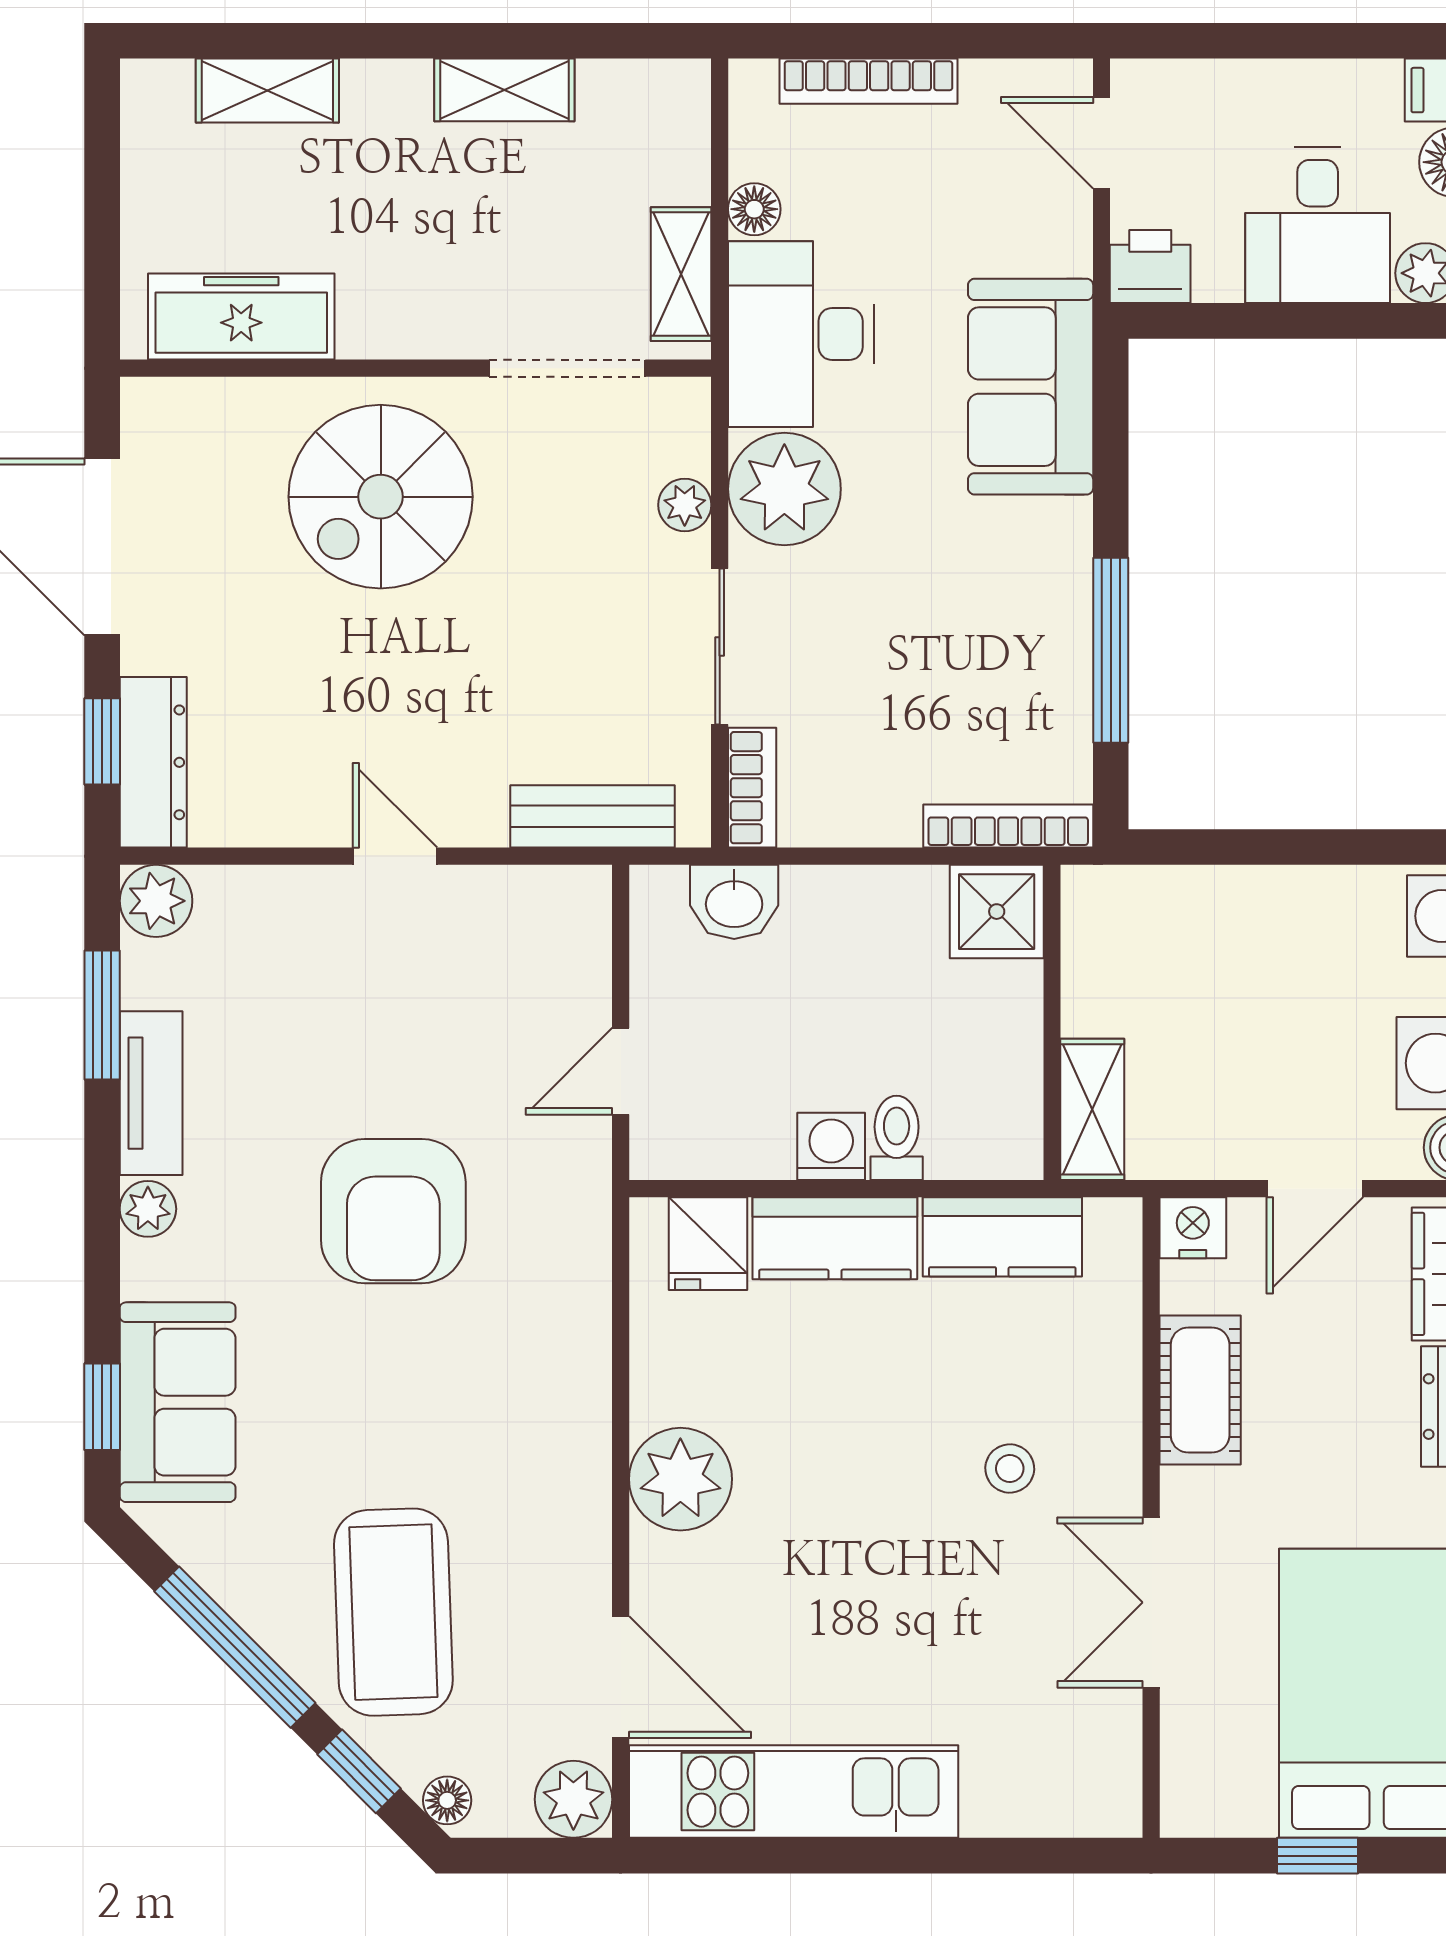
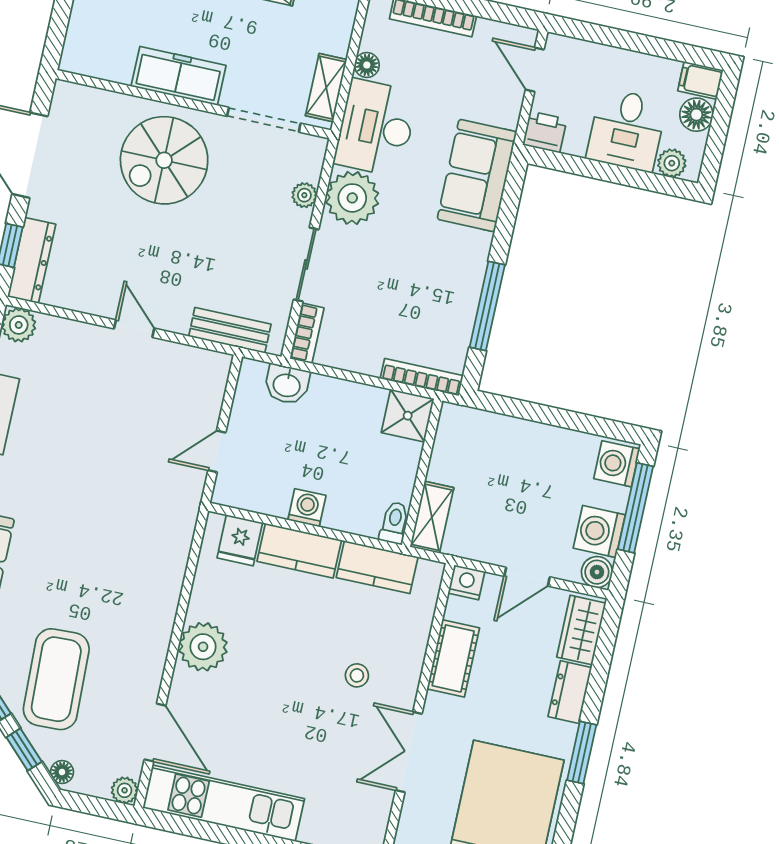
freezer: (241, 317) -> (179, 76), moved
toilet: (897, 1138) -> (394, 523), moved
armchair: (393, 1211) -> (97, 493), removed
plant: (573, 1799) -> (125, 790), width x0.73, depth x0.73

